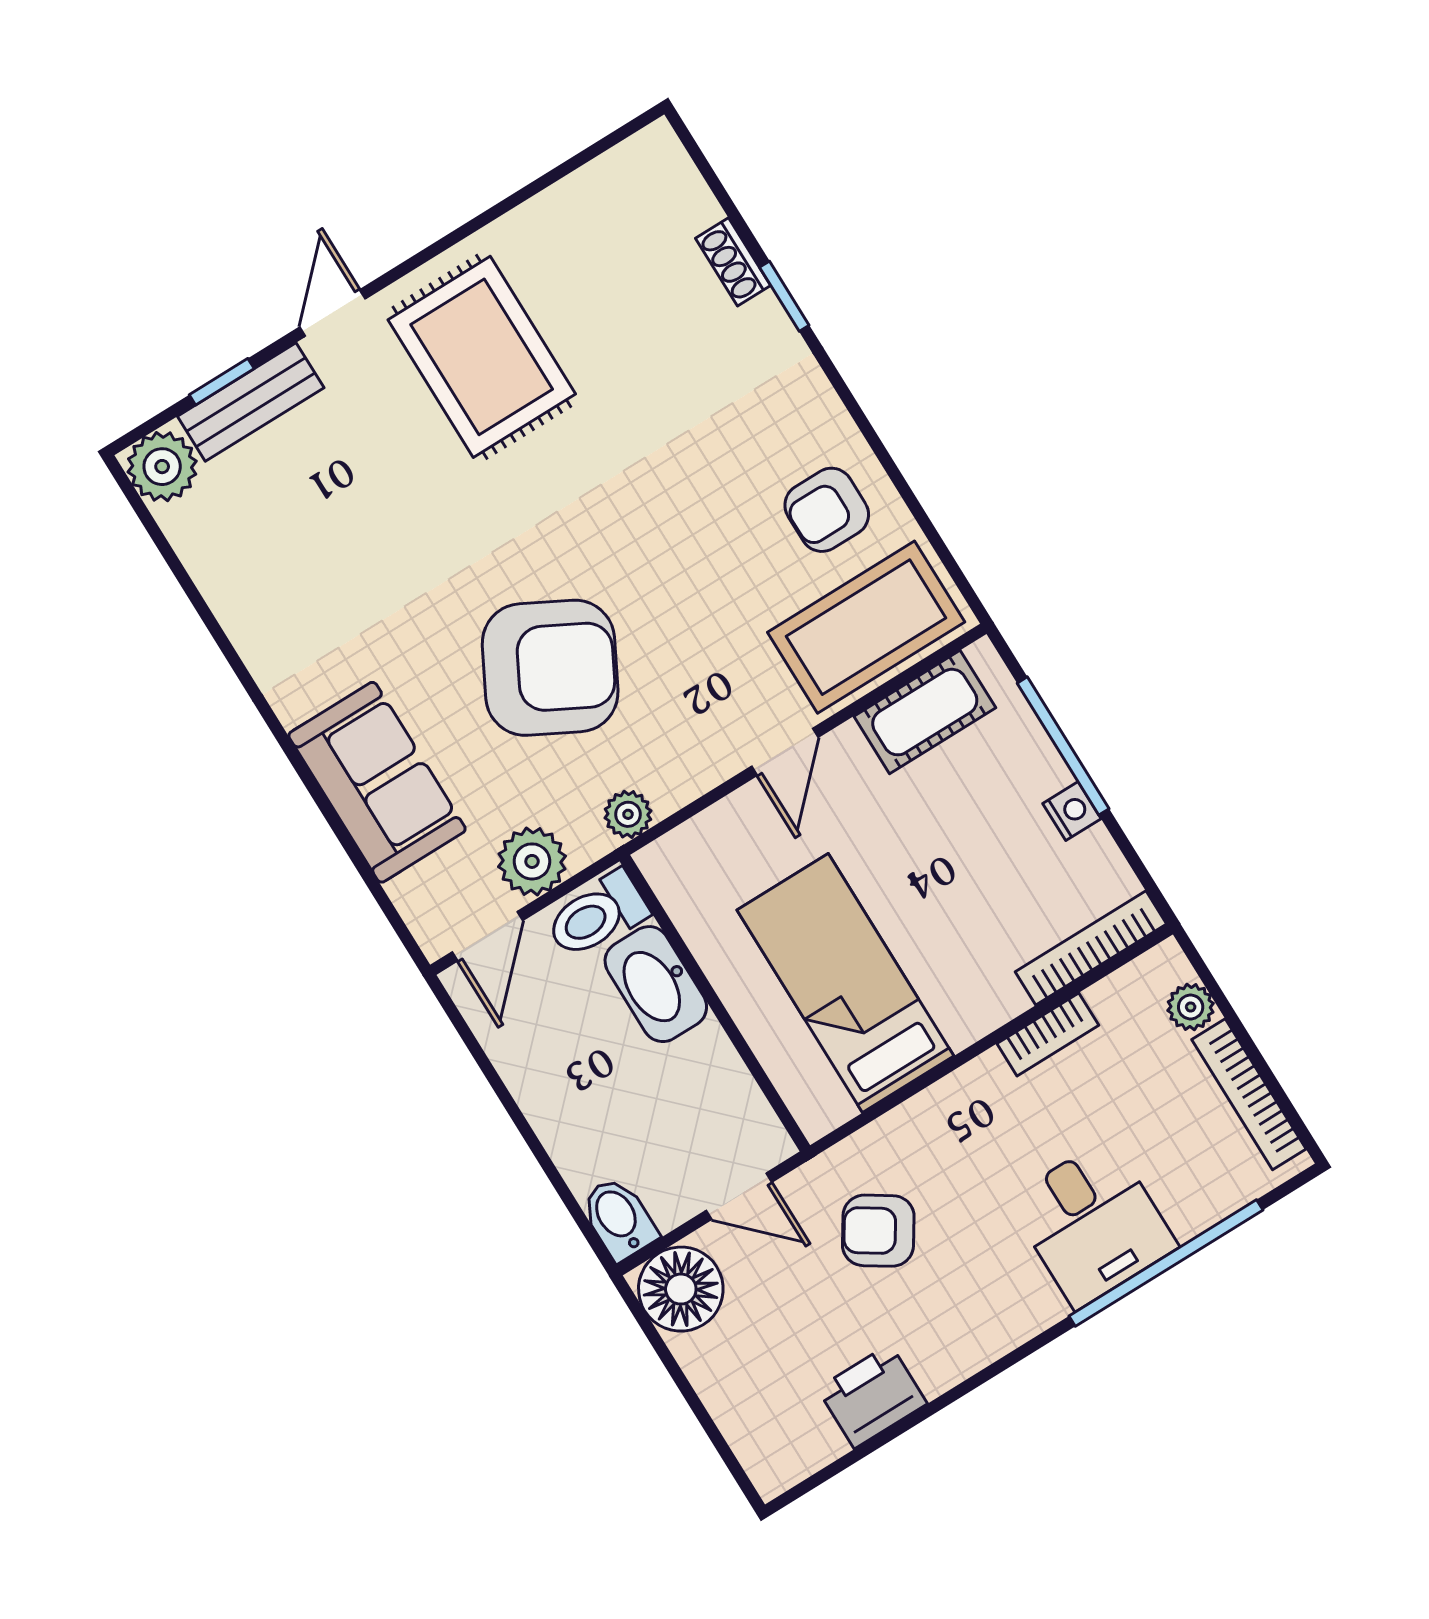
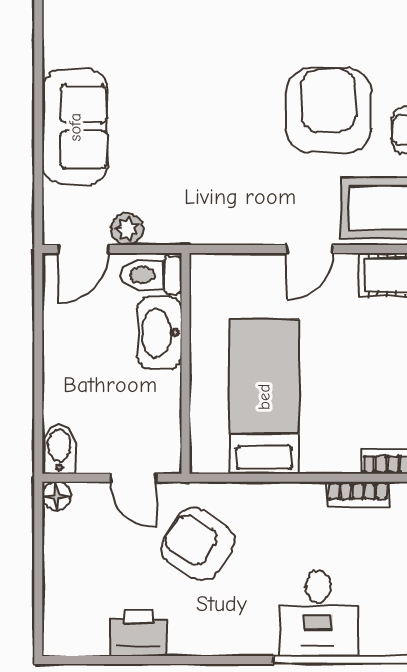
armchair: (550, 668) -> (329, 111), moved, turned -118
plant: (628, 814) -> (202, 230), removed
plant: (532, 861) -> (127, 229), width x0.73, depth x0.73
armchair: (878, 1231) -> (198, 544), width x1.38, depth x1.38
floor lamp: (681, 1289) -> (57, 496), width x0.53, depth x0.53

